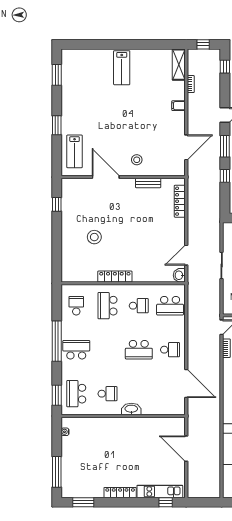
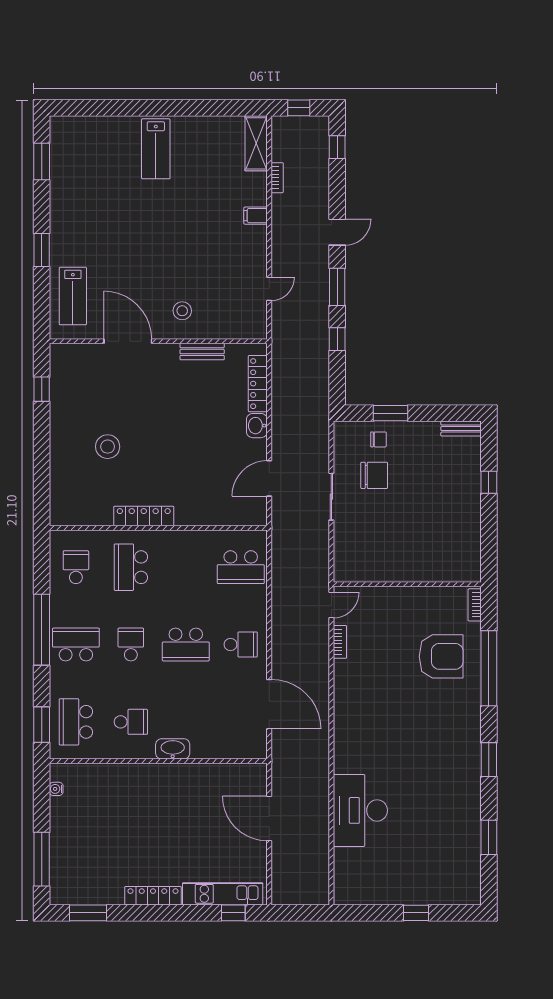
door: (186, 147) -> (269, 289), width x0.53
washbasin: (179, 275) -> (257, 426), moved
school desk: (139, 306) -> (131, 645), moved, turned -90

